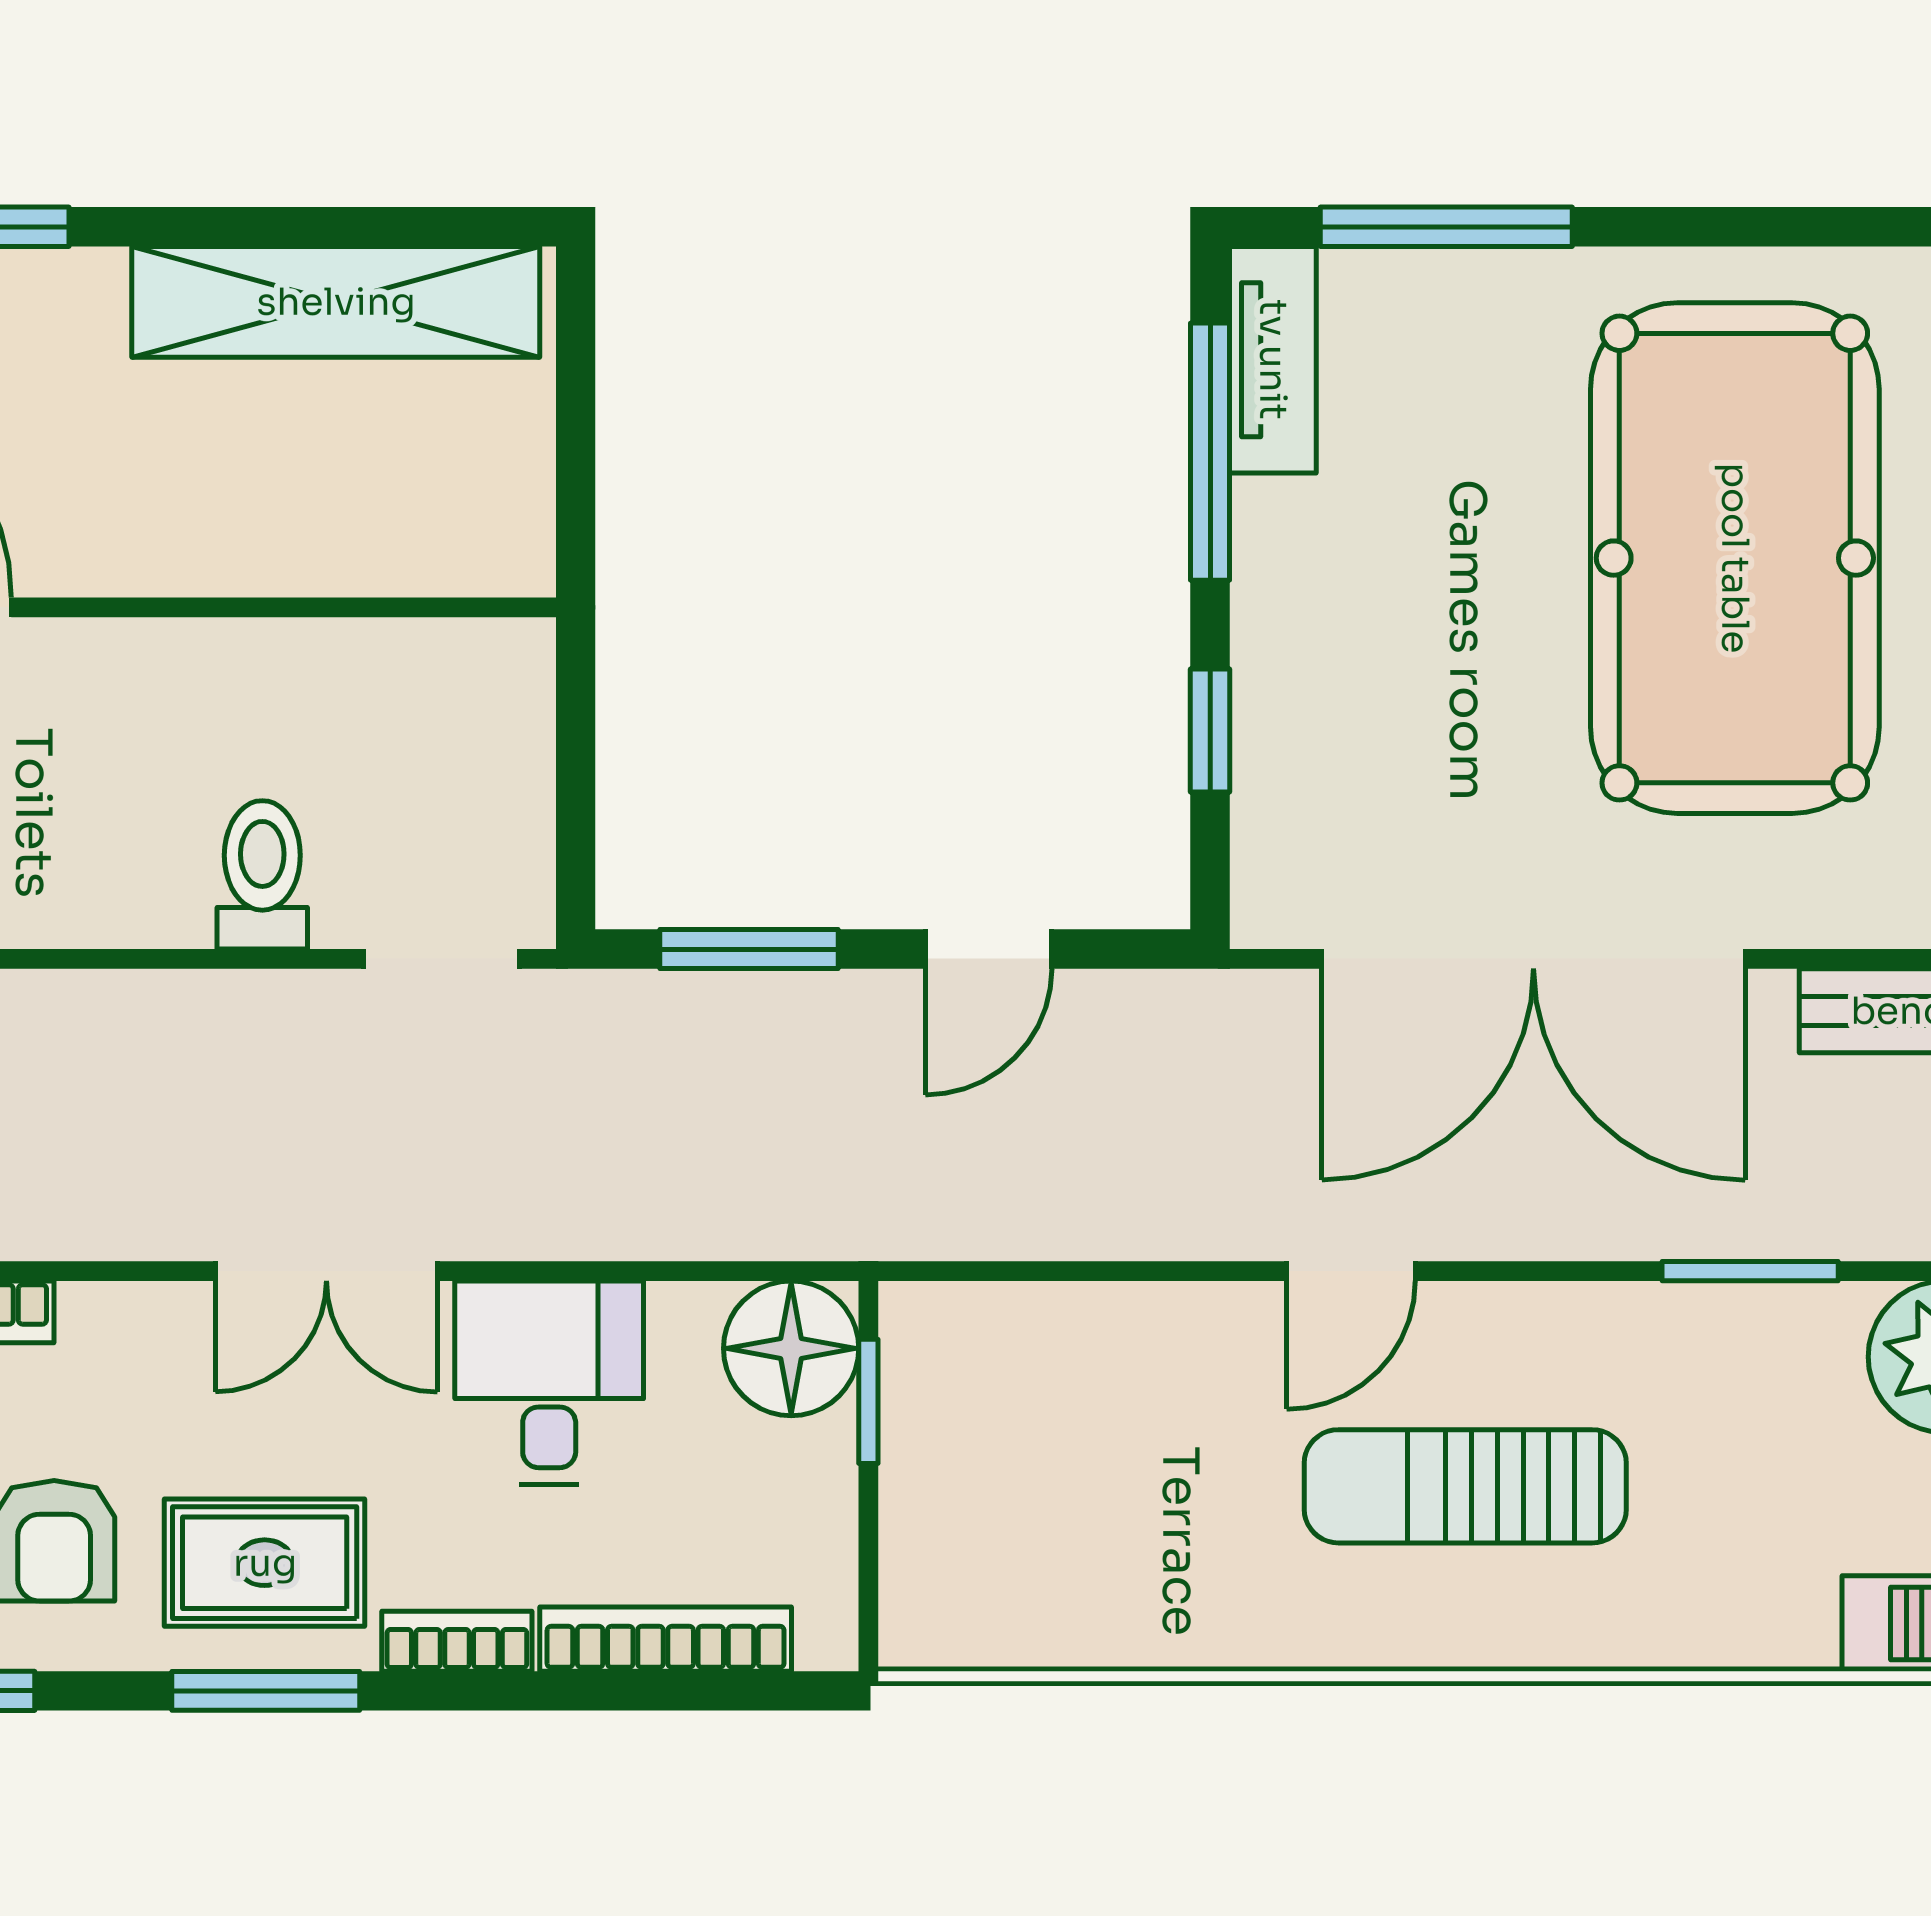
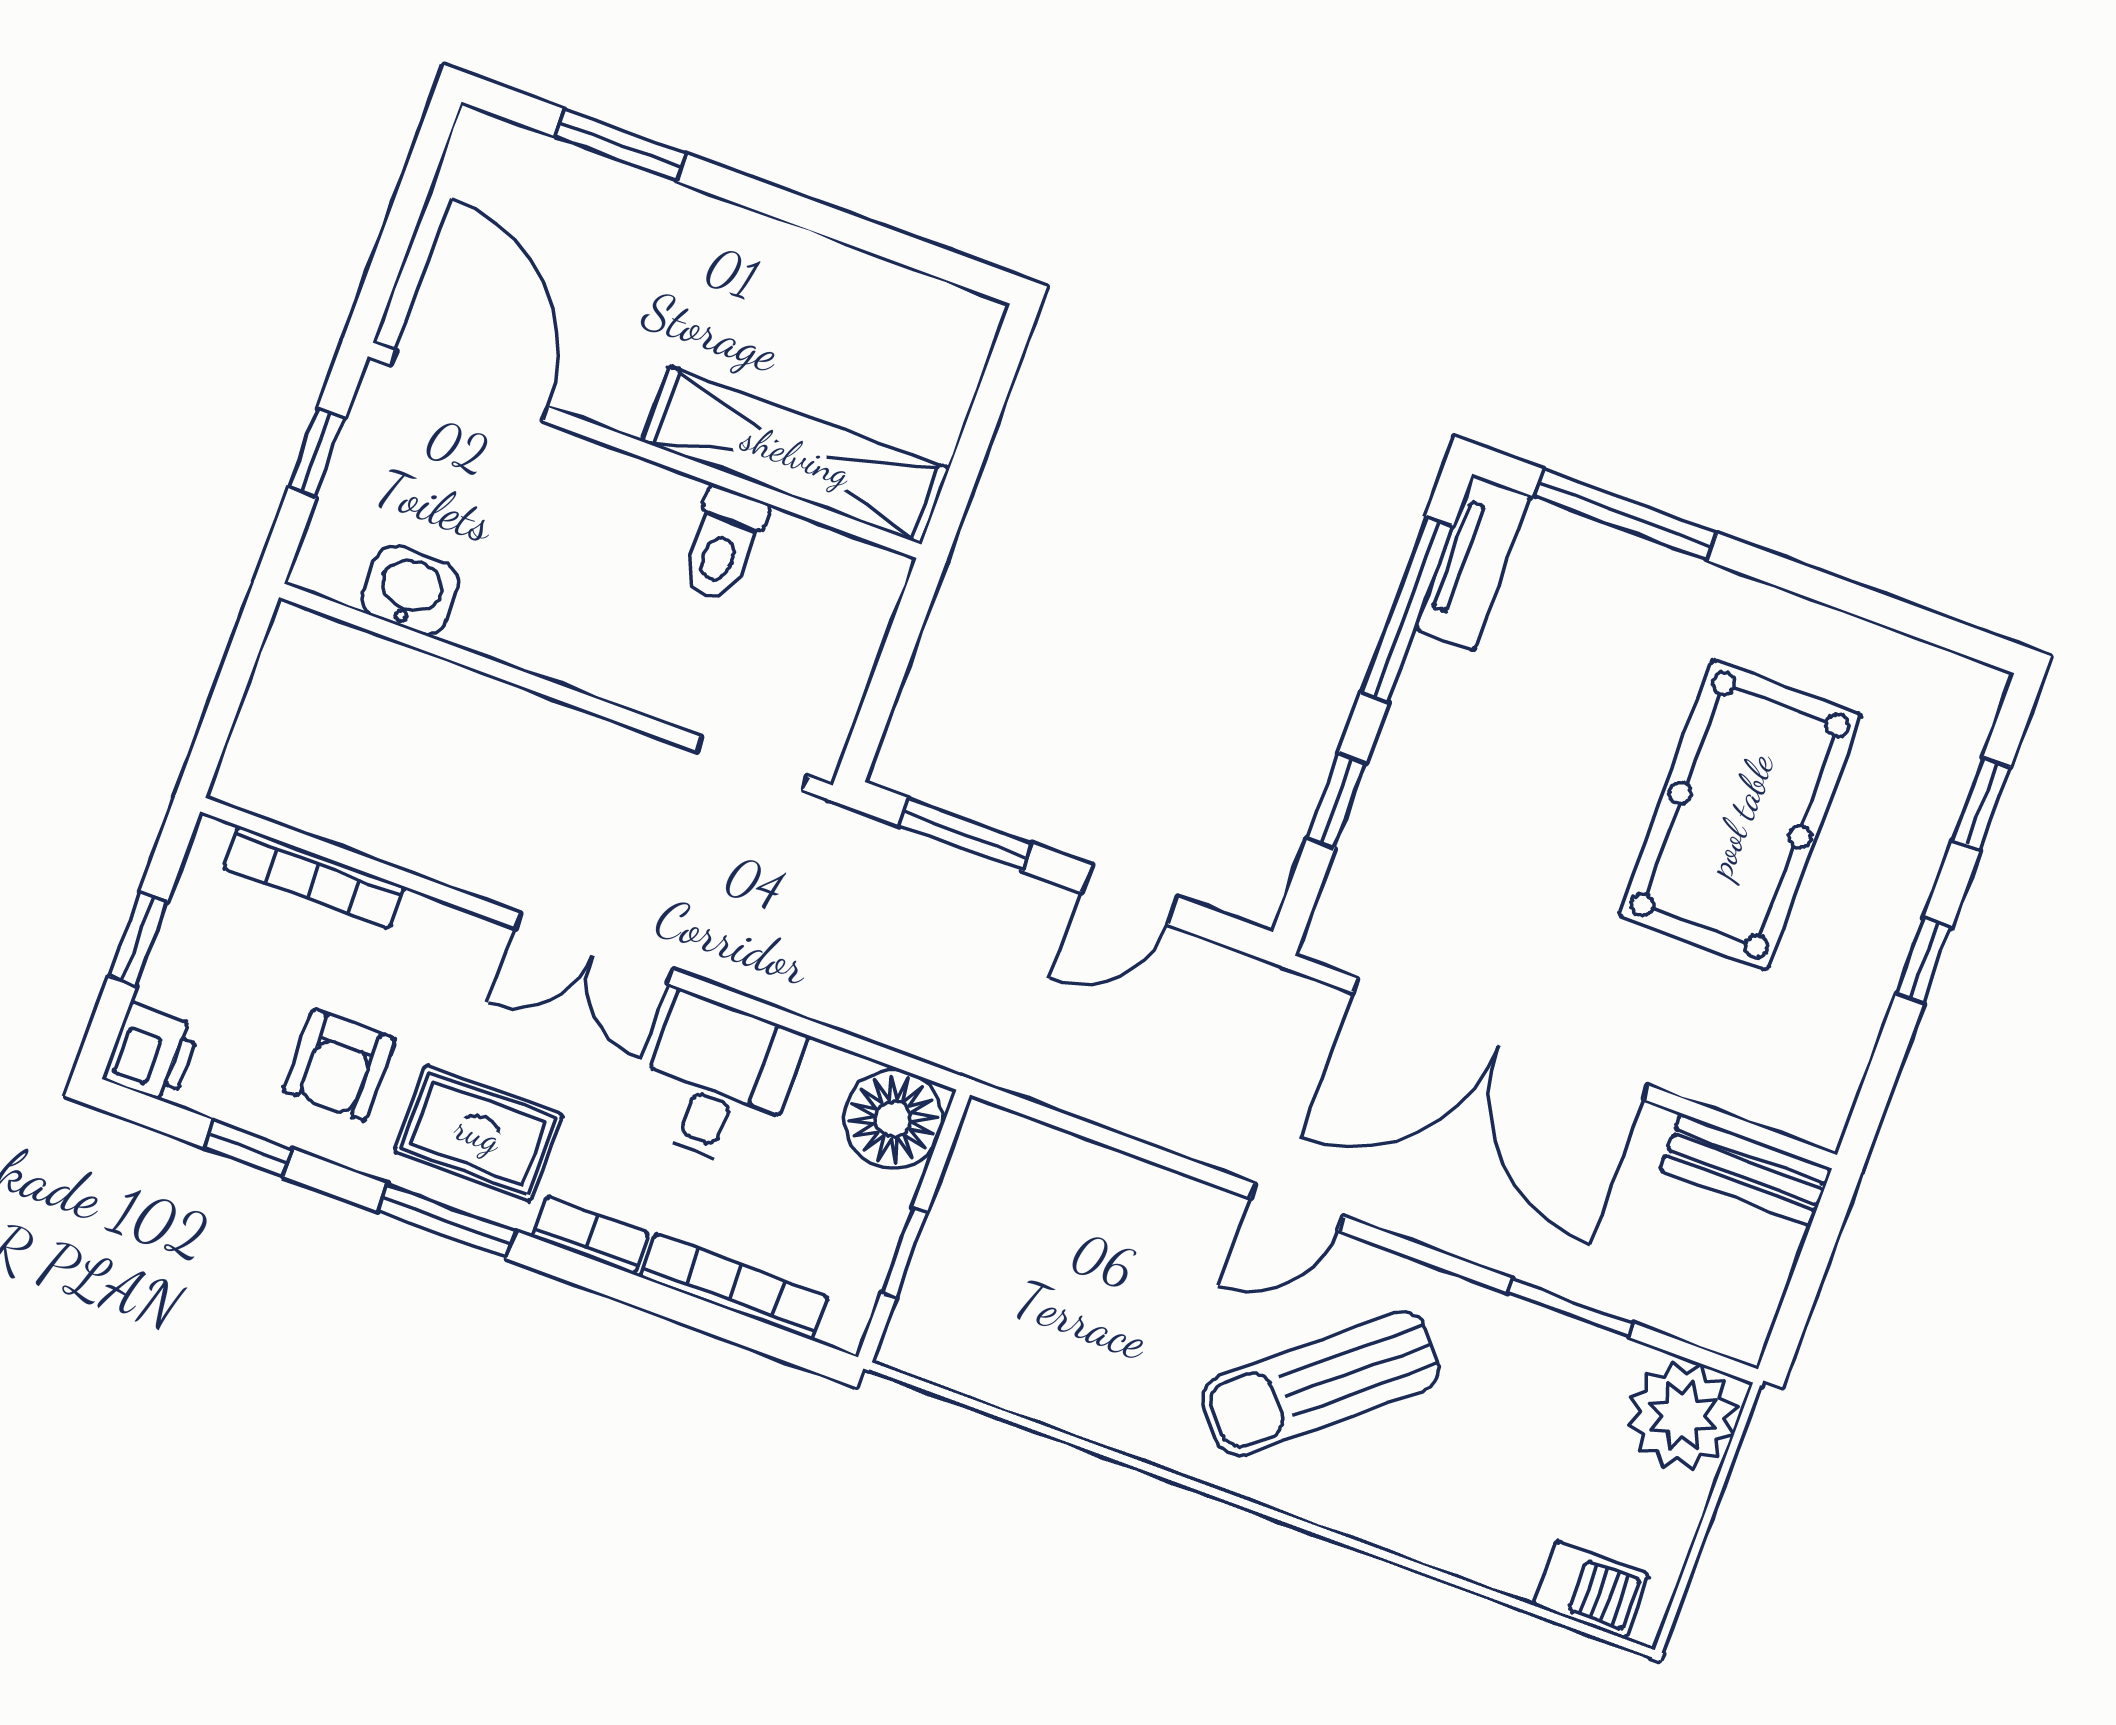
shelving: (336, 302) -> (796, 455), moved
pool table: (1735, 558) -> (1740, 815), width x0.73, depth x0.76
toilet: (262, 875) -> (723, 545), moved, turned 180
window: (868, 1401) -> (904, 1253), moved
sun lounger: (1465, 1486) -> (1321, 1384), turned -40

